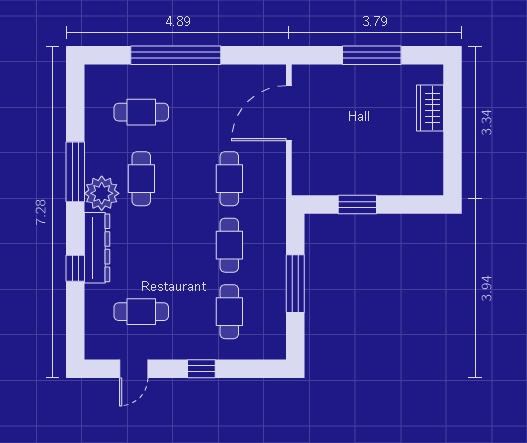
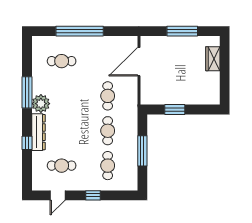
cafe table: (141, 179) -> (62, 96), removed

